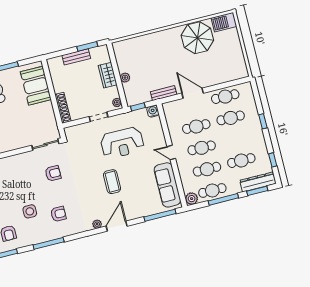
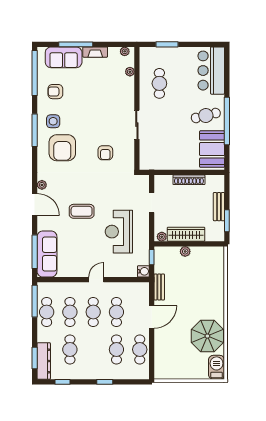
wardrobe: (108, 75) -> (186, 234), width x1.50
booth: (36, 86) -> (212, 149), moved, turned 90
shoe rack: (63, 108) -> (189, 180), moved
doorway: (99, 117) -> (152, 203), moved
sliding door: (45, 145) -> (137, 125), moved
sofa: (167, 185) -> (47, 254), moved, turned 90
plant: (192, 199) -> (44, 289), removed
window: (223, 199) -> (35, 301), moved
side table: (30, 211) -> (53, 121), moved
armchair: (58, 214) -> (62, 148), width x1.88, depth x1.88

